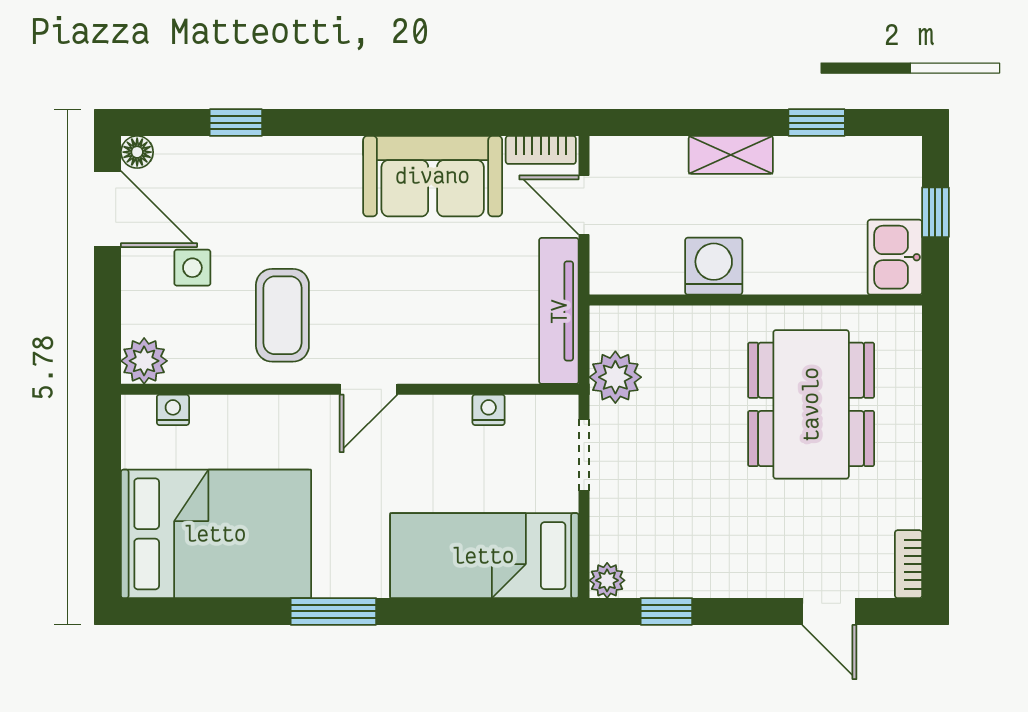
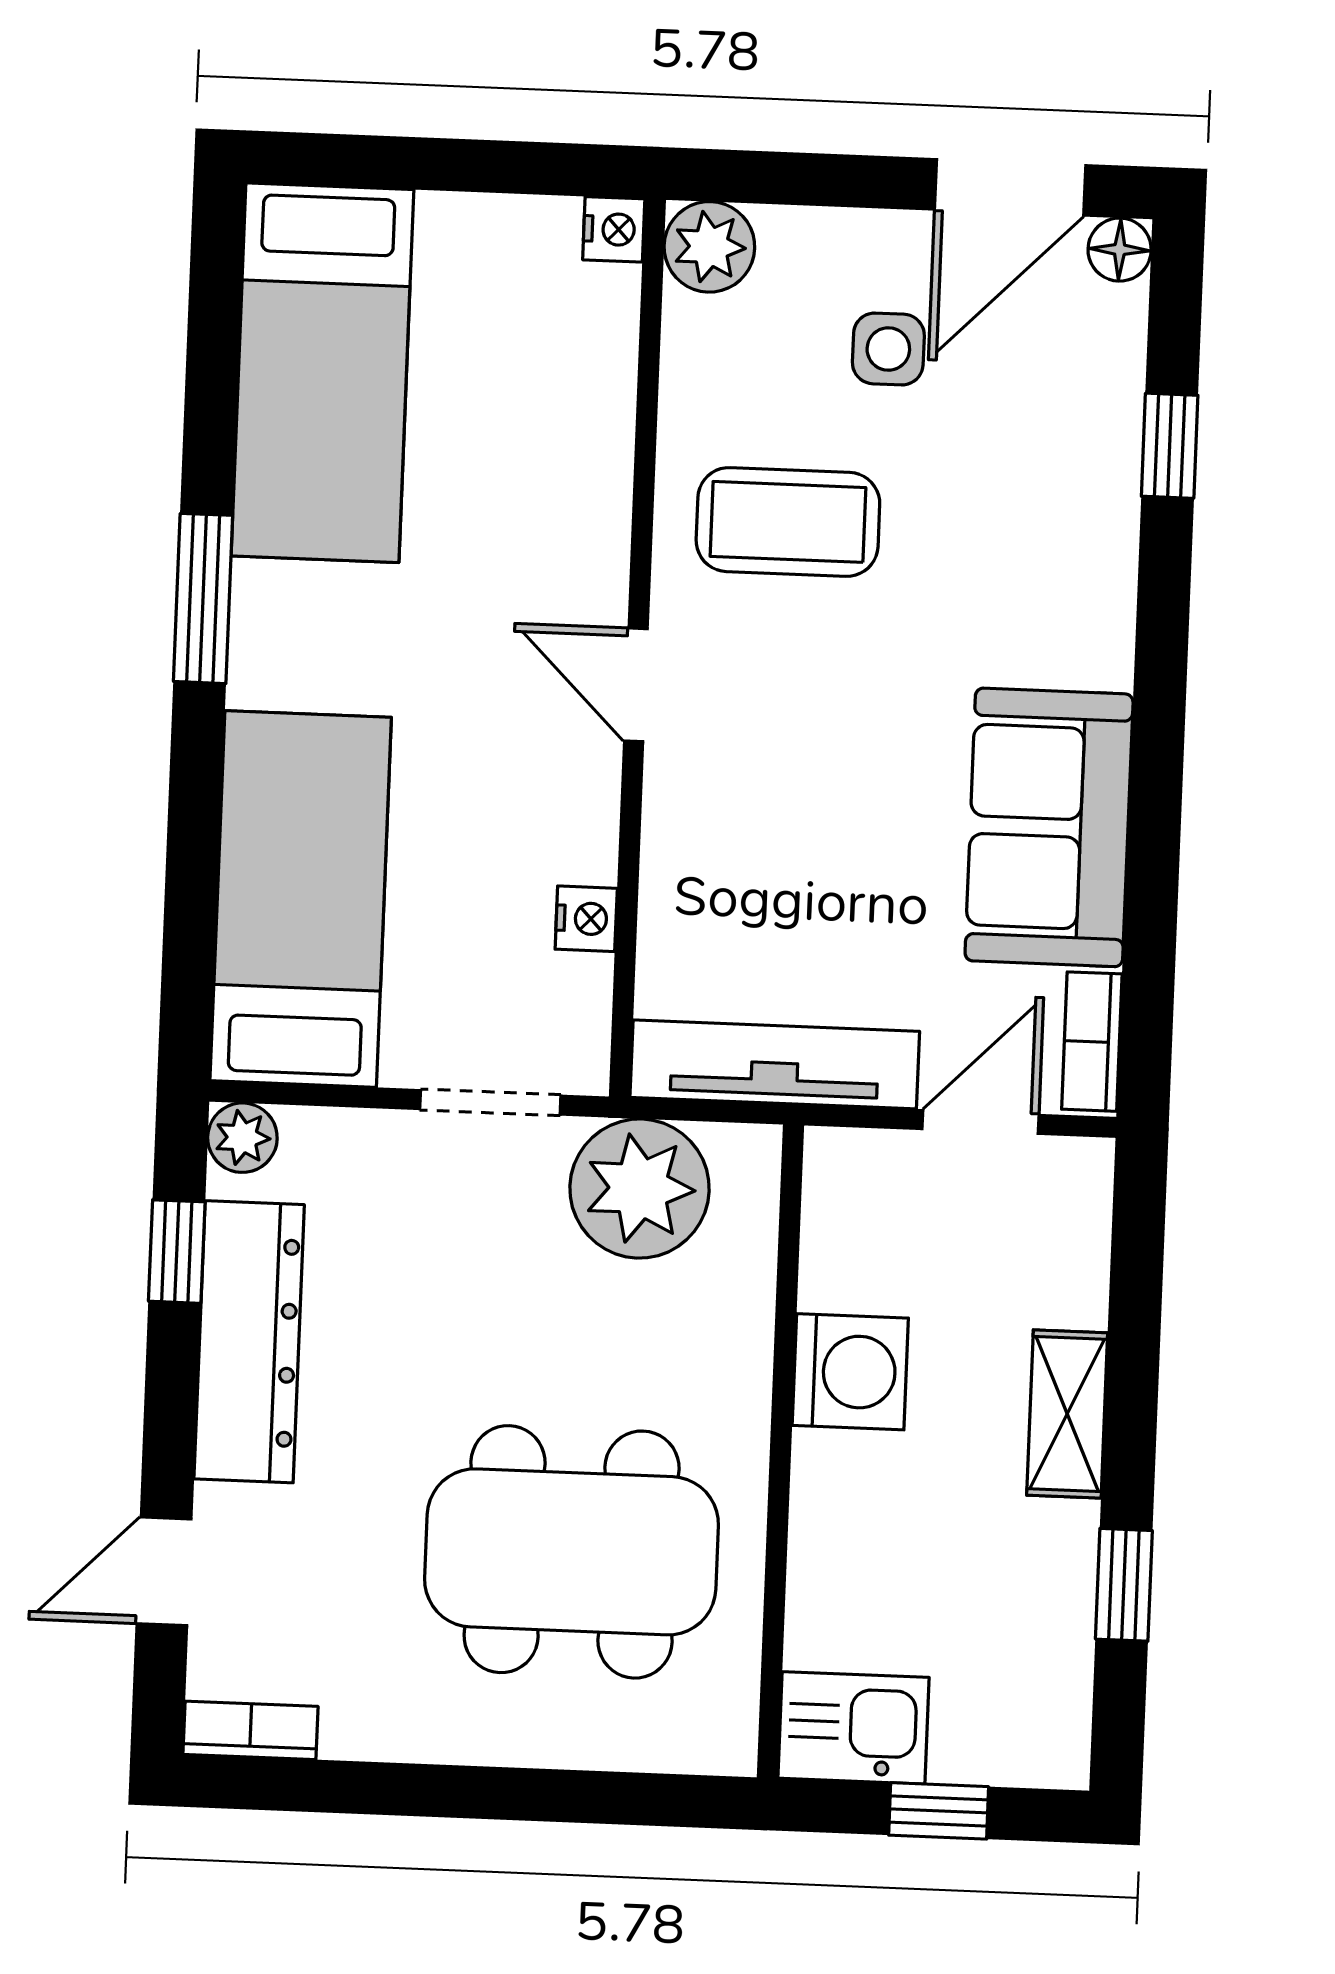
plant: (615, 377) -> (640, 1189), width x1.36, depth x1.36
nightstand: (173, 410) -> (614, 229), moved
bed: (216, 534) -> (322, 373), width x0.67
dresser: (711, 573) -> (249, 1342), added

